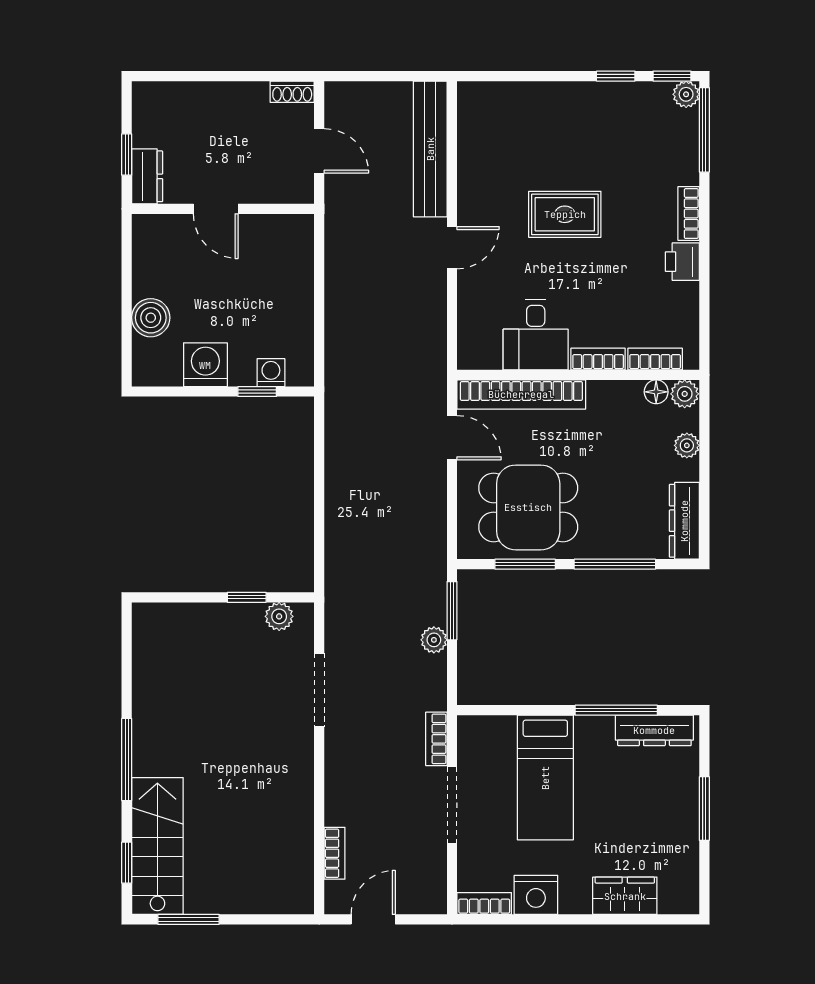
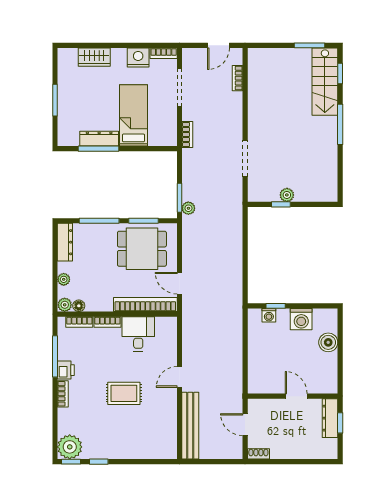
plant: (686, 94) -> (70, 447), width x1.88, depth x1.88
window: (704, 130) -> (55, 356), moved
dresser: (147, 176) -> (330, 418), width x1.44
plant: (279, 616) -> (287, 195), moved
plant: (434, 640) -> (188, 208), moved
dresser: (654, 730) -> (99, 139), moved
doorway: (452, 805) -> (180, 88), moved

